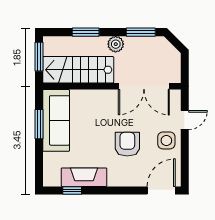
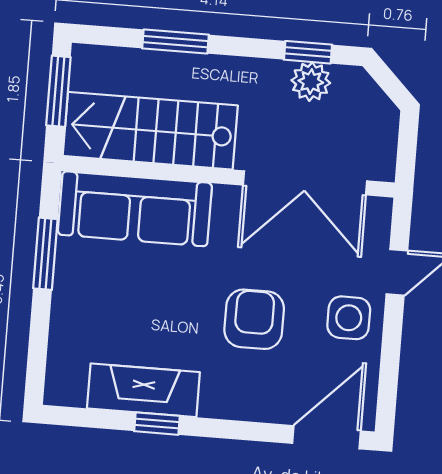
window: (141, 32) -> (308, 52), width x0.67
plant: (116, 44) -> (311, 82), moved
sofa: (56, 120) -> (135, 209), moved, turned 90
window: (72, 190) -> (157, 424), moved

